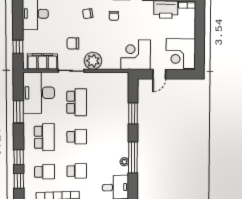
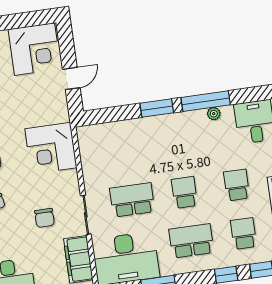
corner desk: (136, 55) -> (51, 148), moved
plant: (93, 61) -> (66, 184), removed
door: (159, 74) -> (71, 78), hinge flipped
window: (133, 113) -> (157, 108), moved

